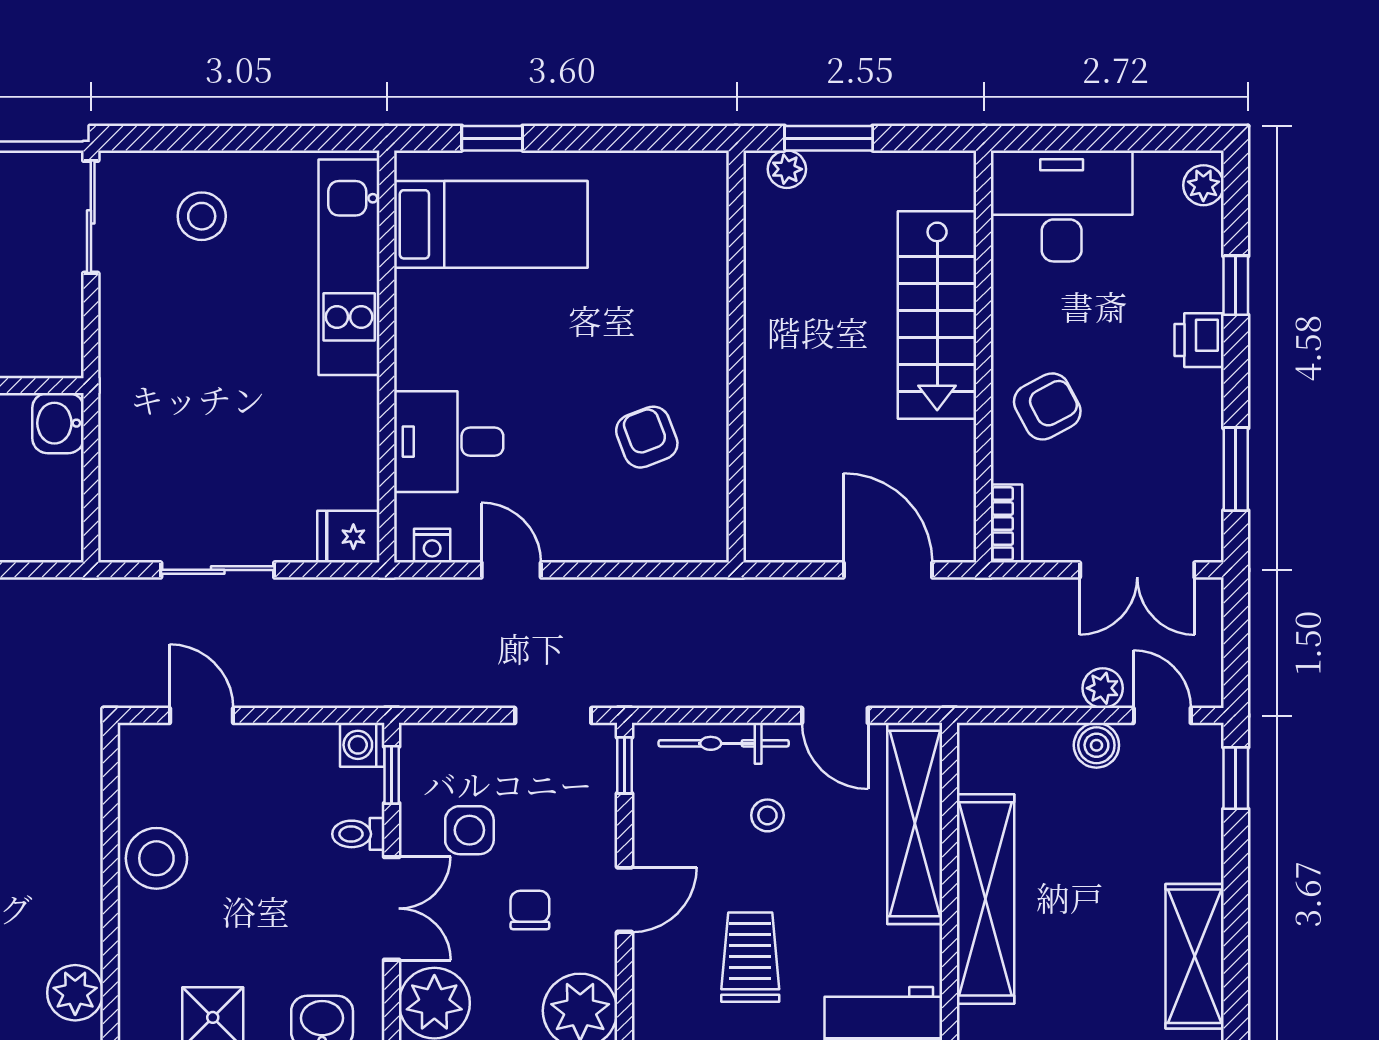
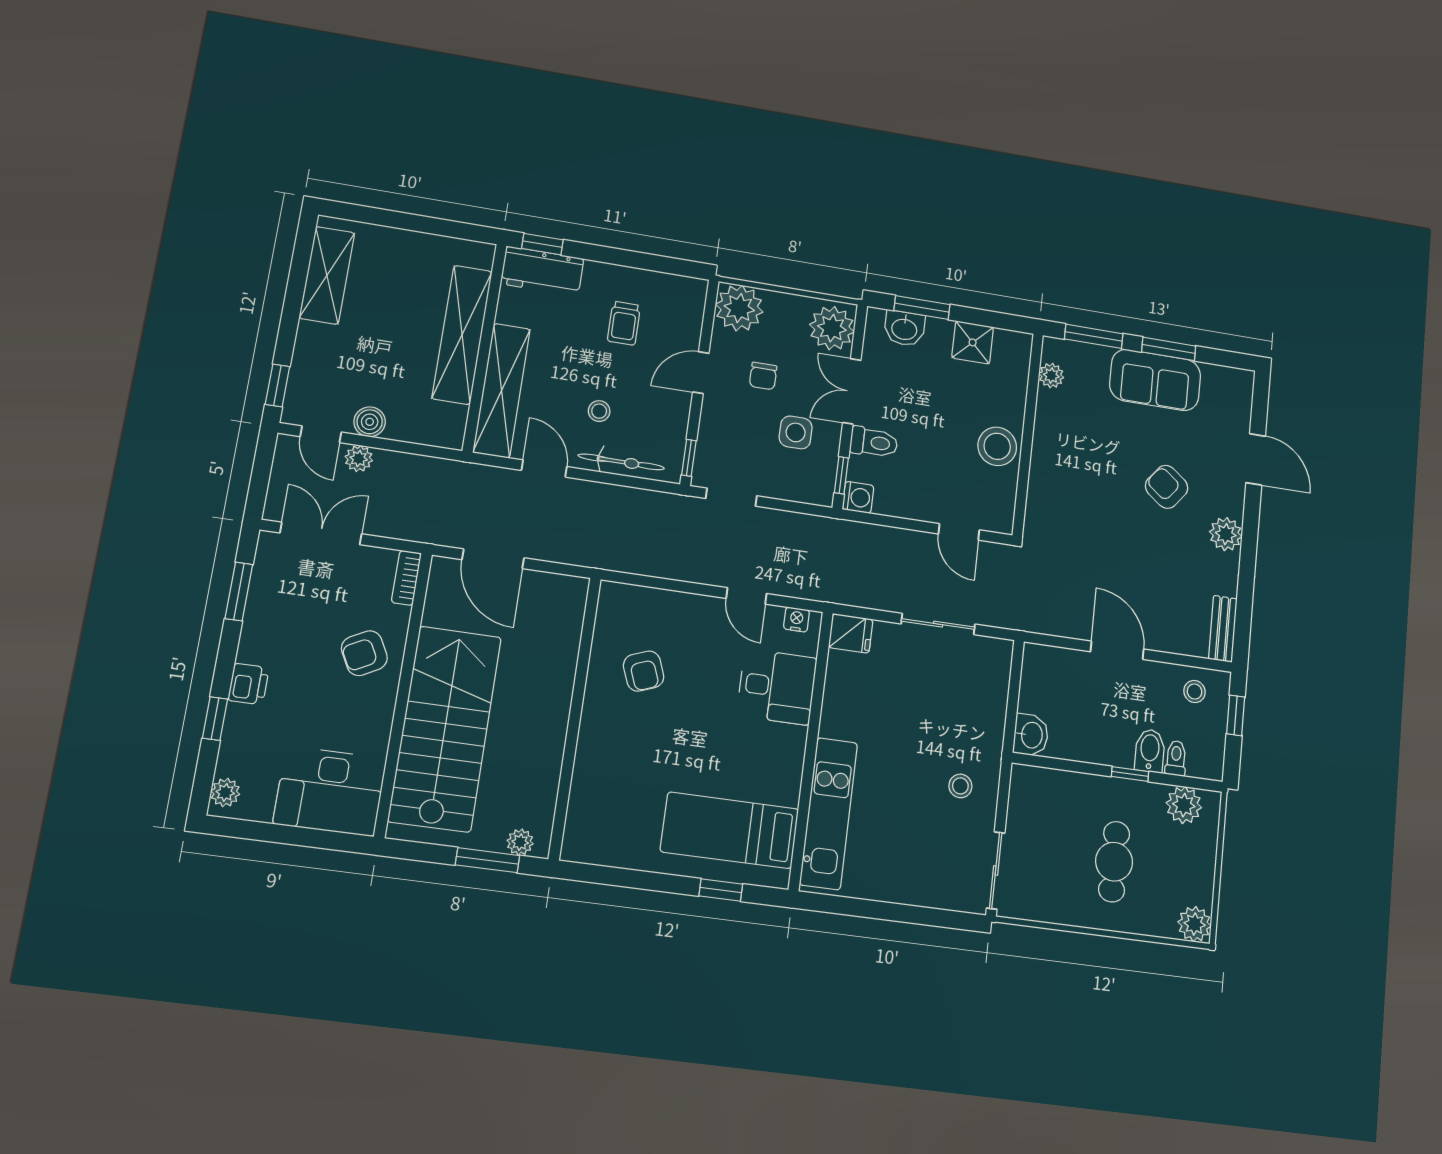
stool: (202, 216) -> (960, 786), moved, width x0.73, depth x0.73
stairs: (937, 315) -> (445, 729), width x1.36, depth x1.51
toilet: (358, 834) -> (874, 442), width x1.37, depth x1.39
trolley: (750, 957) -> (624, 323), width x0.73, depth x0.72
plant: (75, 993) -> (1051, 375), width x0.73, depth x0.73

